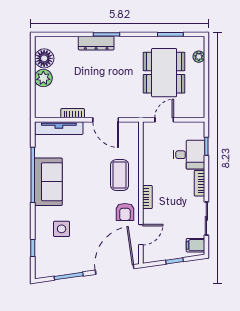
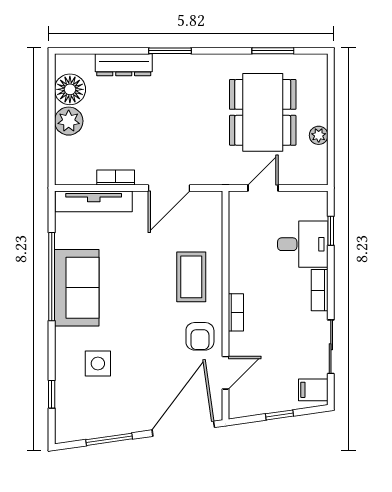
dresser: (96, 43) -> (124, 65), moved
plant: (199, 57) -> (319, 135), moved
door: (106, 120) -> (169, 188), hinge flipped

